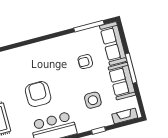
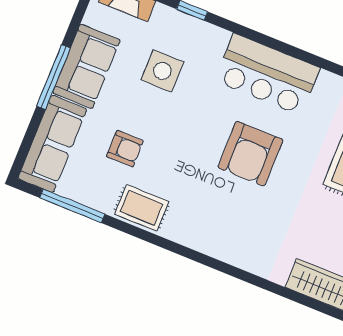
rug: (63, 44) -> (142, 208), added

